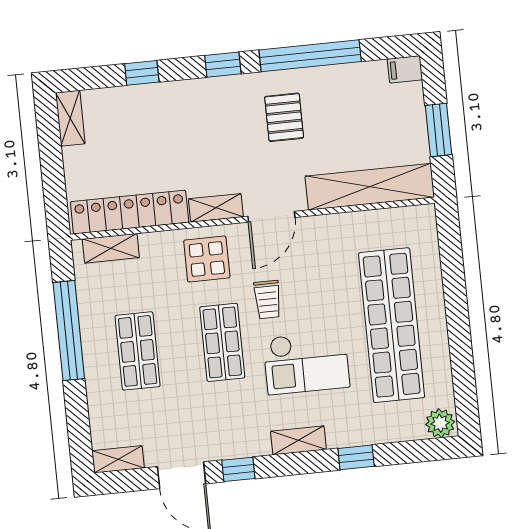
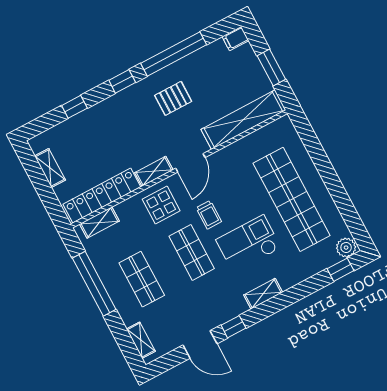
pallet: (284, 117) -> (173, 98), turned 90
shelving: (70, 118) -> (50, 168), moved
checkout: (306, 363) -> (248, 244), turned 180
window: (356, 457) -> (341, 270), moved
shelving: (118, 459) -> (141, 340), moved, turned 90

